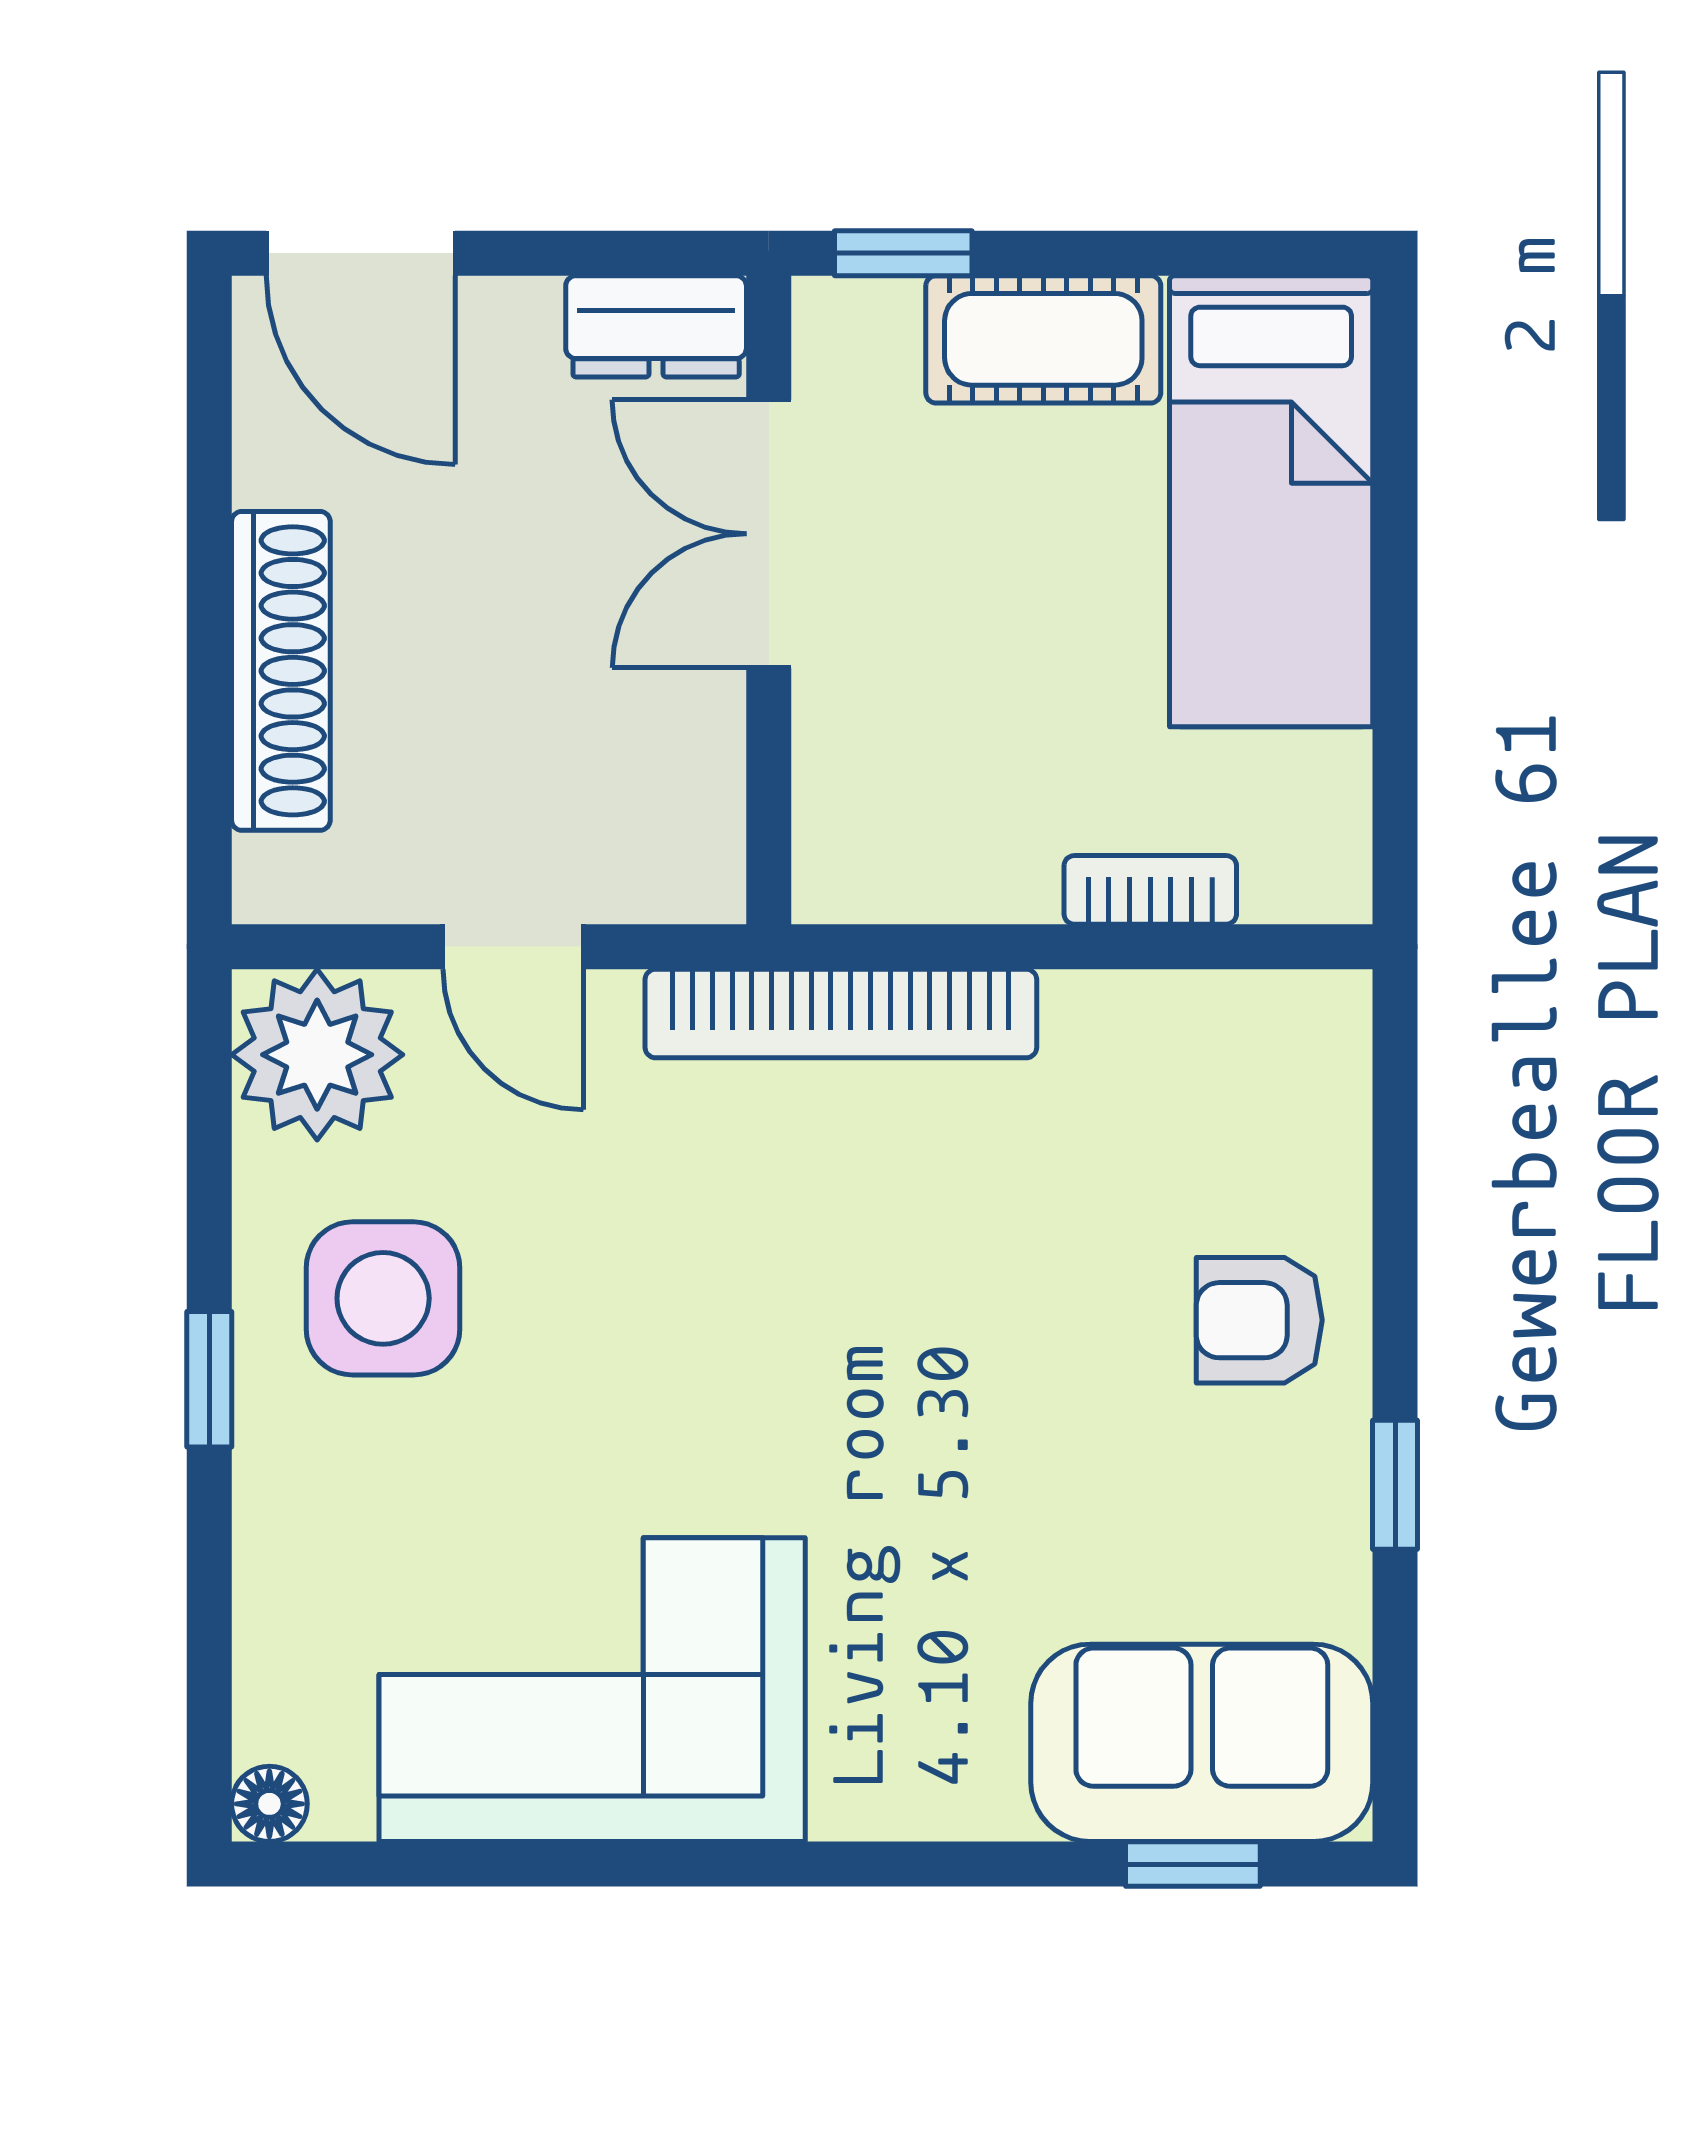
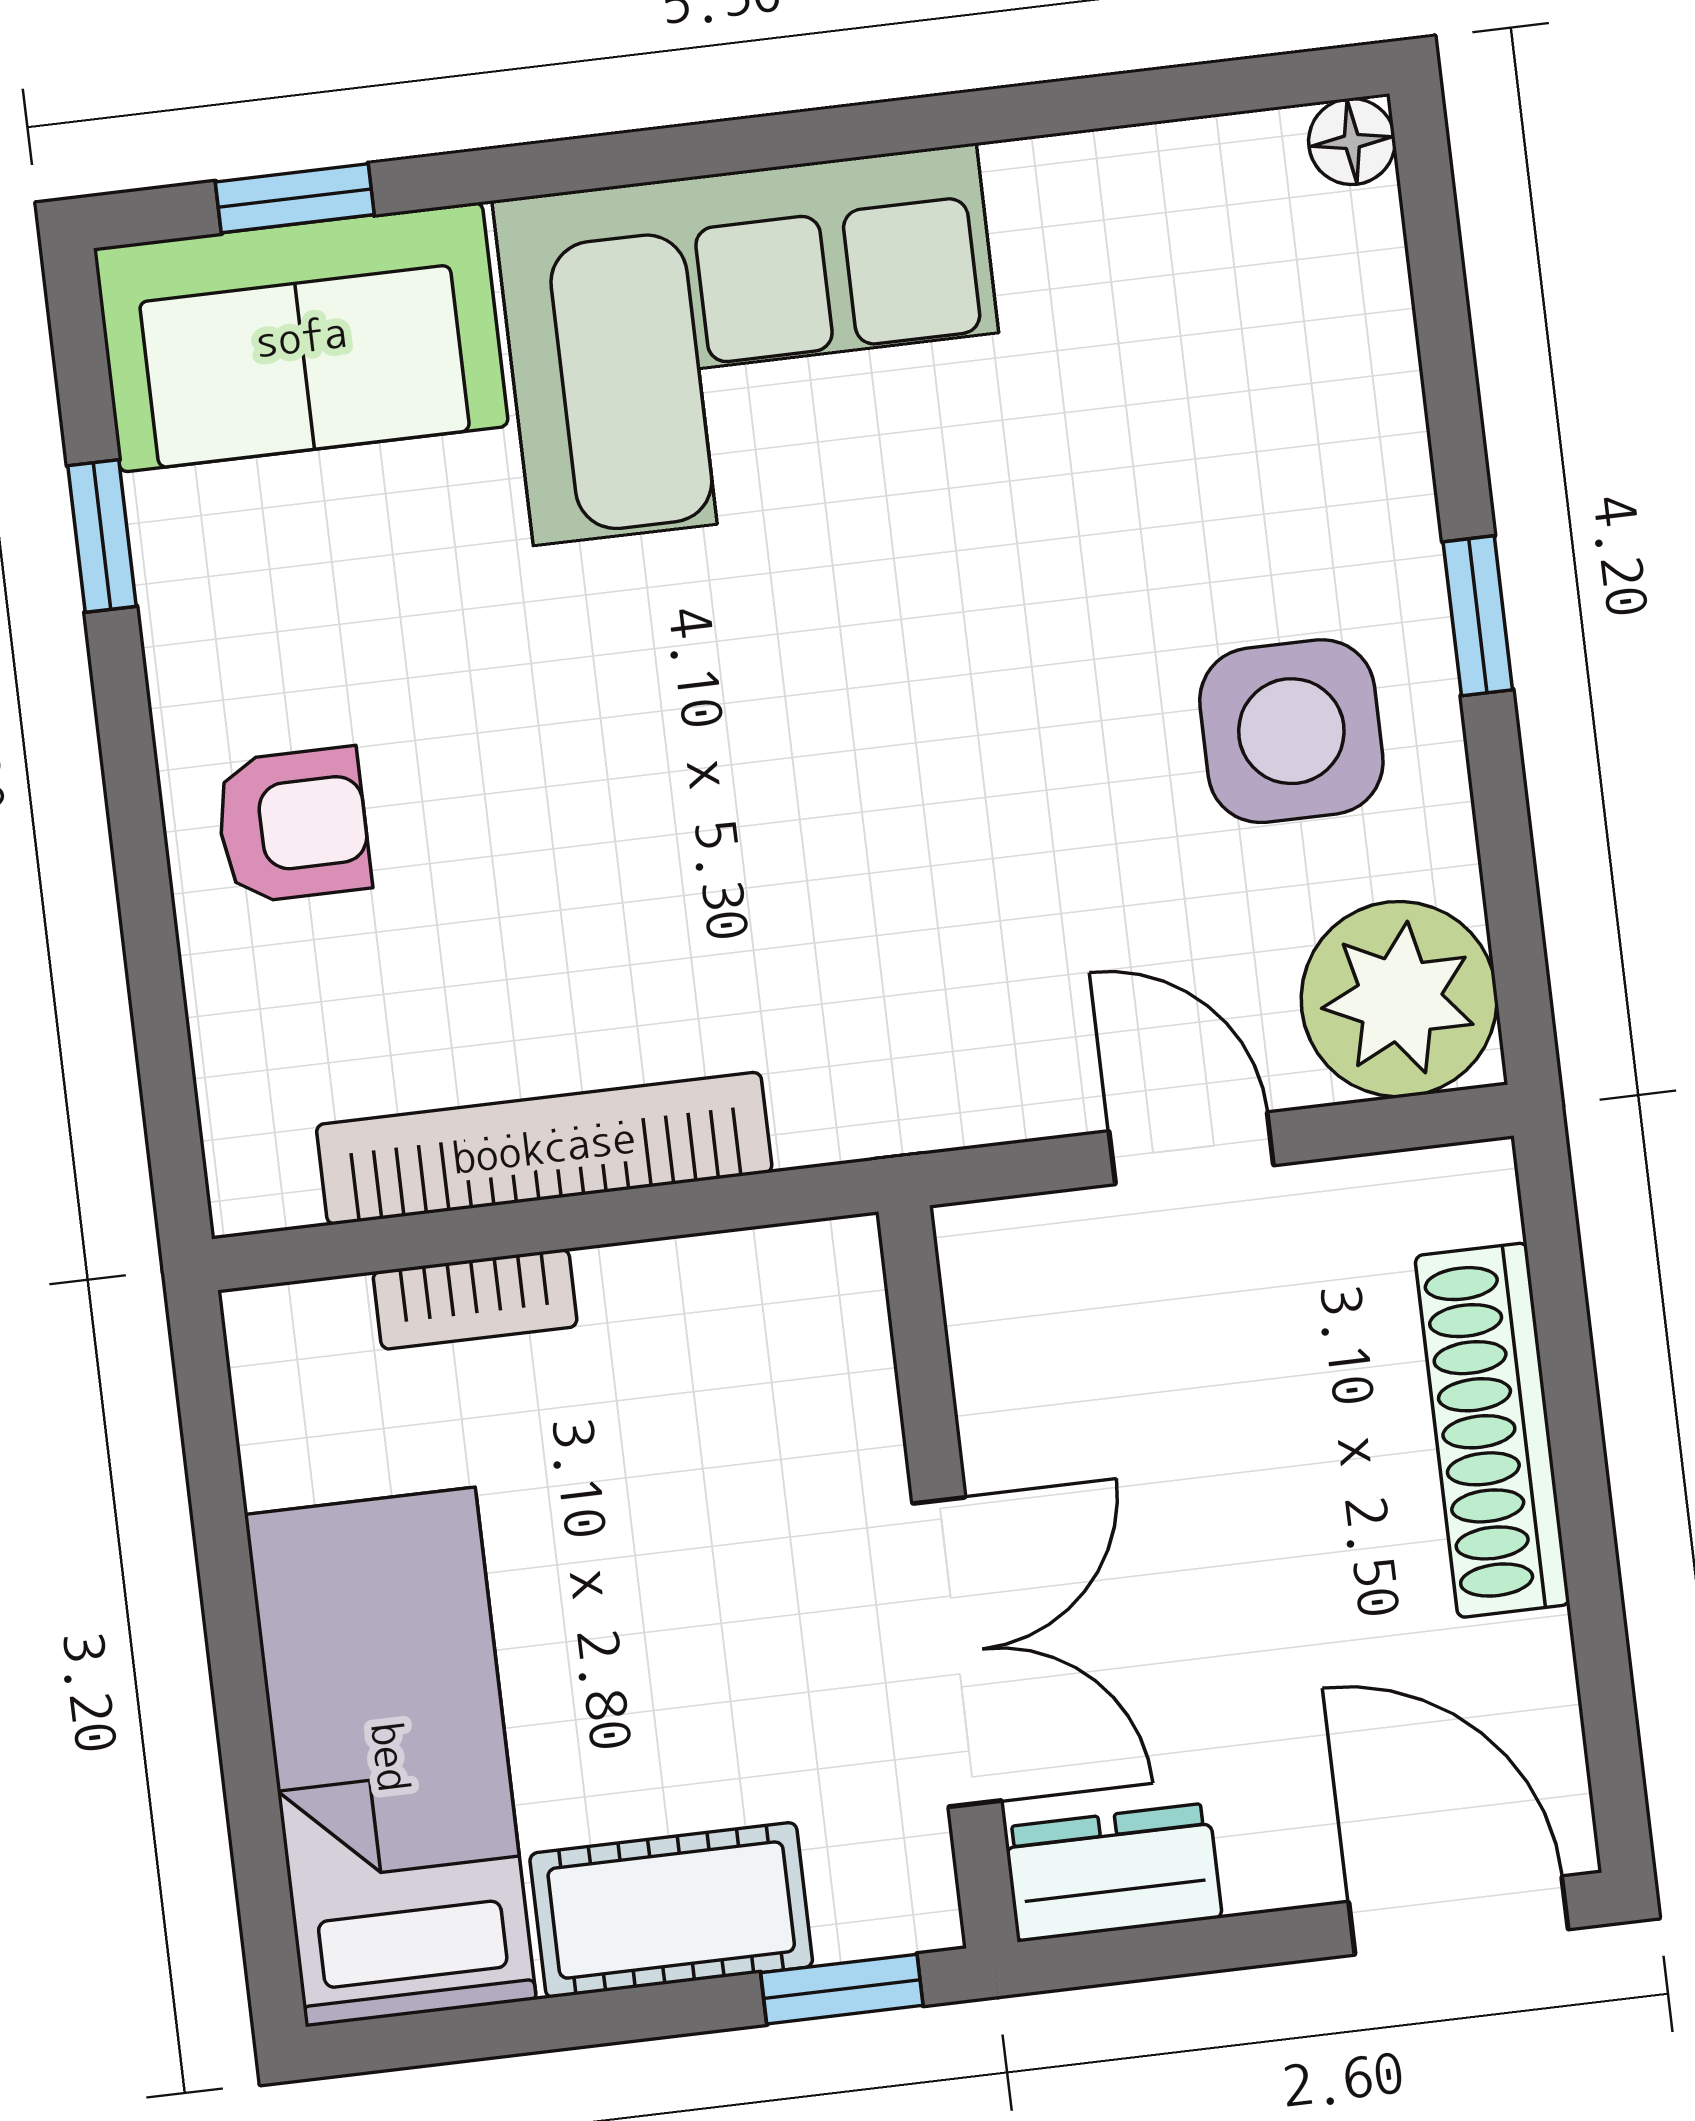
bookcase: (841, 1014) -> (544, 1148), moved
window: (1395, 1485) -> (102, 536), moved
corner sofa: (592, 1690) -> (755, 344), moved

